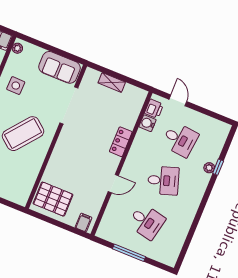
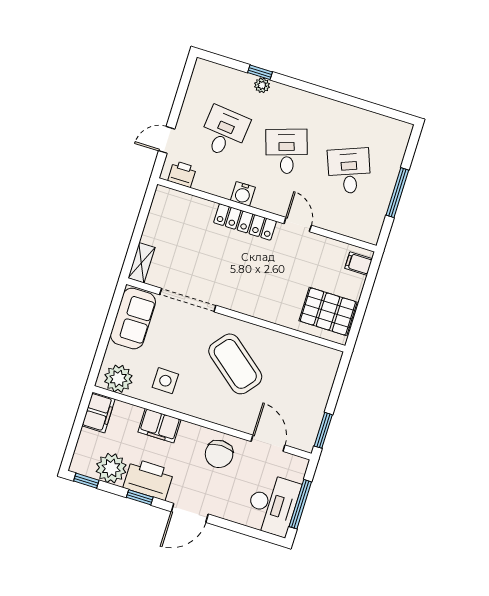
plant: (17, 48) -> (118, 379), width x1.87, depth x1.87
shelving: (112, 82) -> (141, 263), moved
water cooler: (148, 123) -> (243, 194), moved
locker: (121, 142) -> (245, 222), width x1.53
pallet: (53, 199) -> (328, 311), turned 90
desk: (147, 222) -> (349, 171), turned -33

